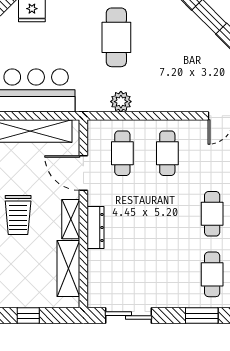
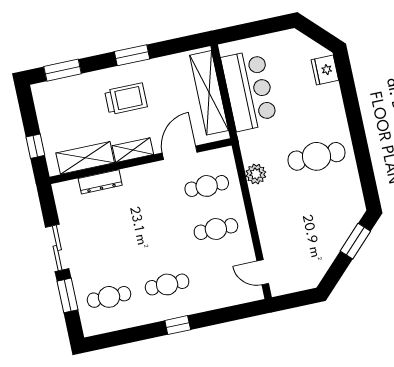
trolley: (18, 215) -> (126, 99), turned 180
dresser: (95, 227) -> (100, 182), moved
window: (28, 316) -> (35, 146), moved
sliding door: (129, 316) -> (57, 248), moved

